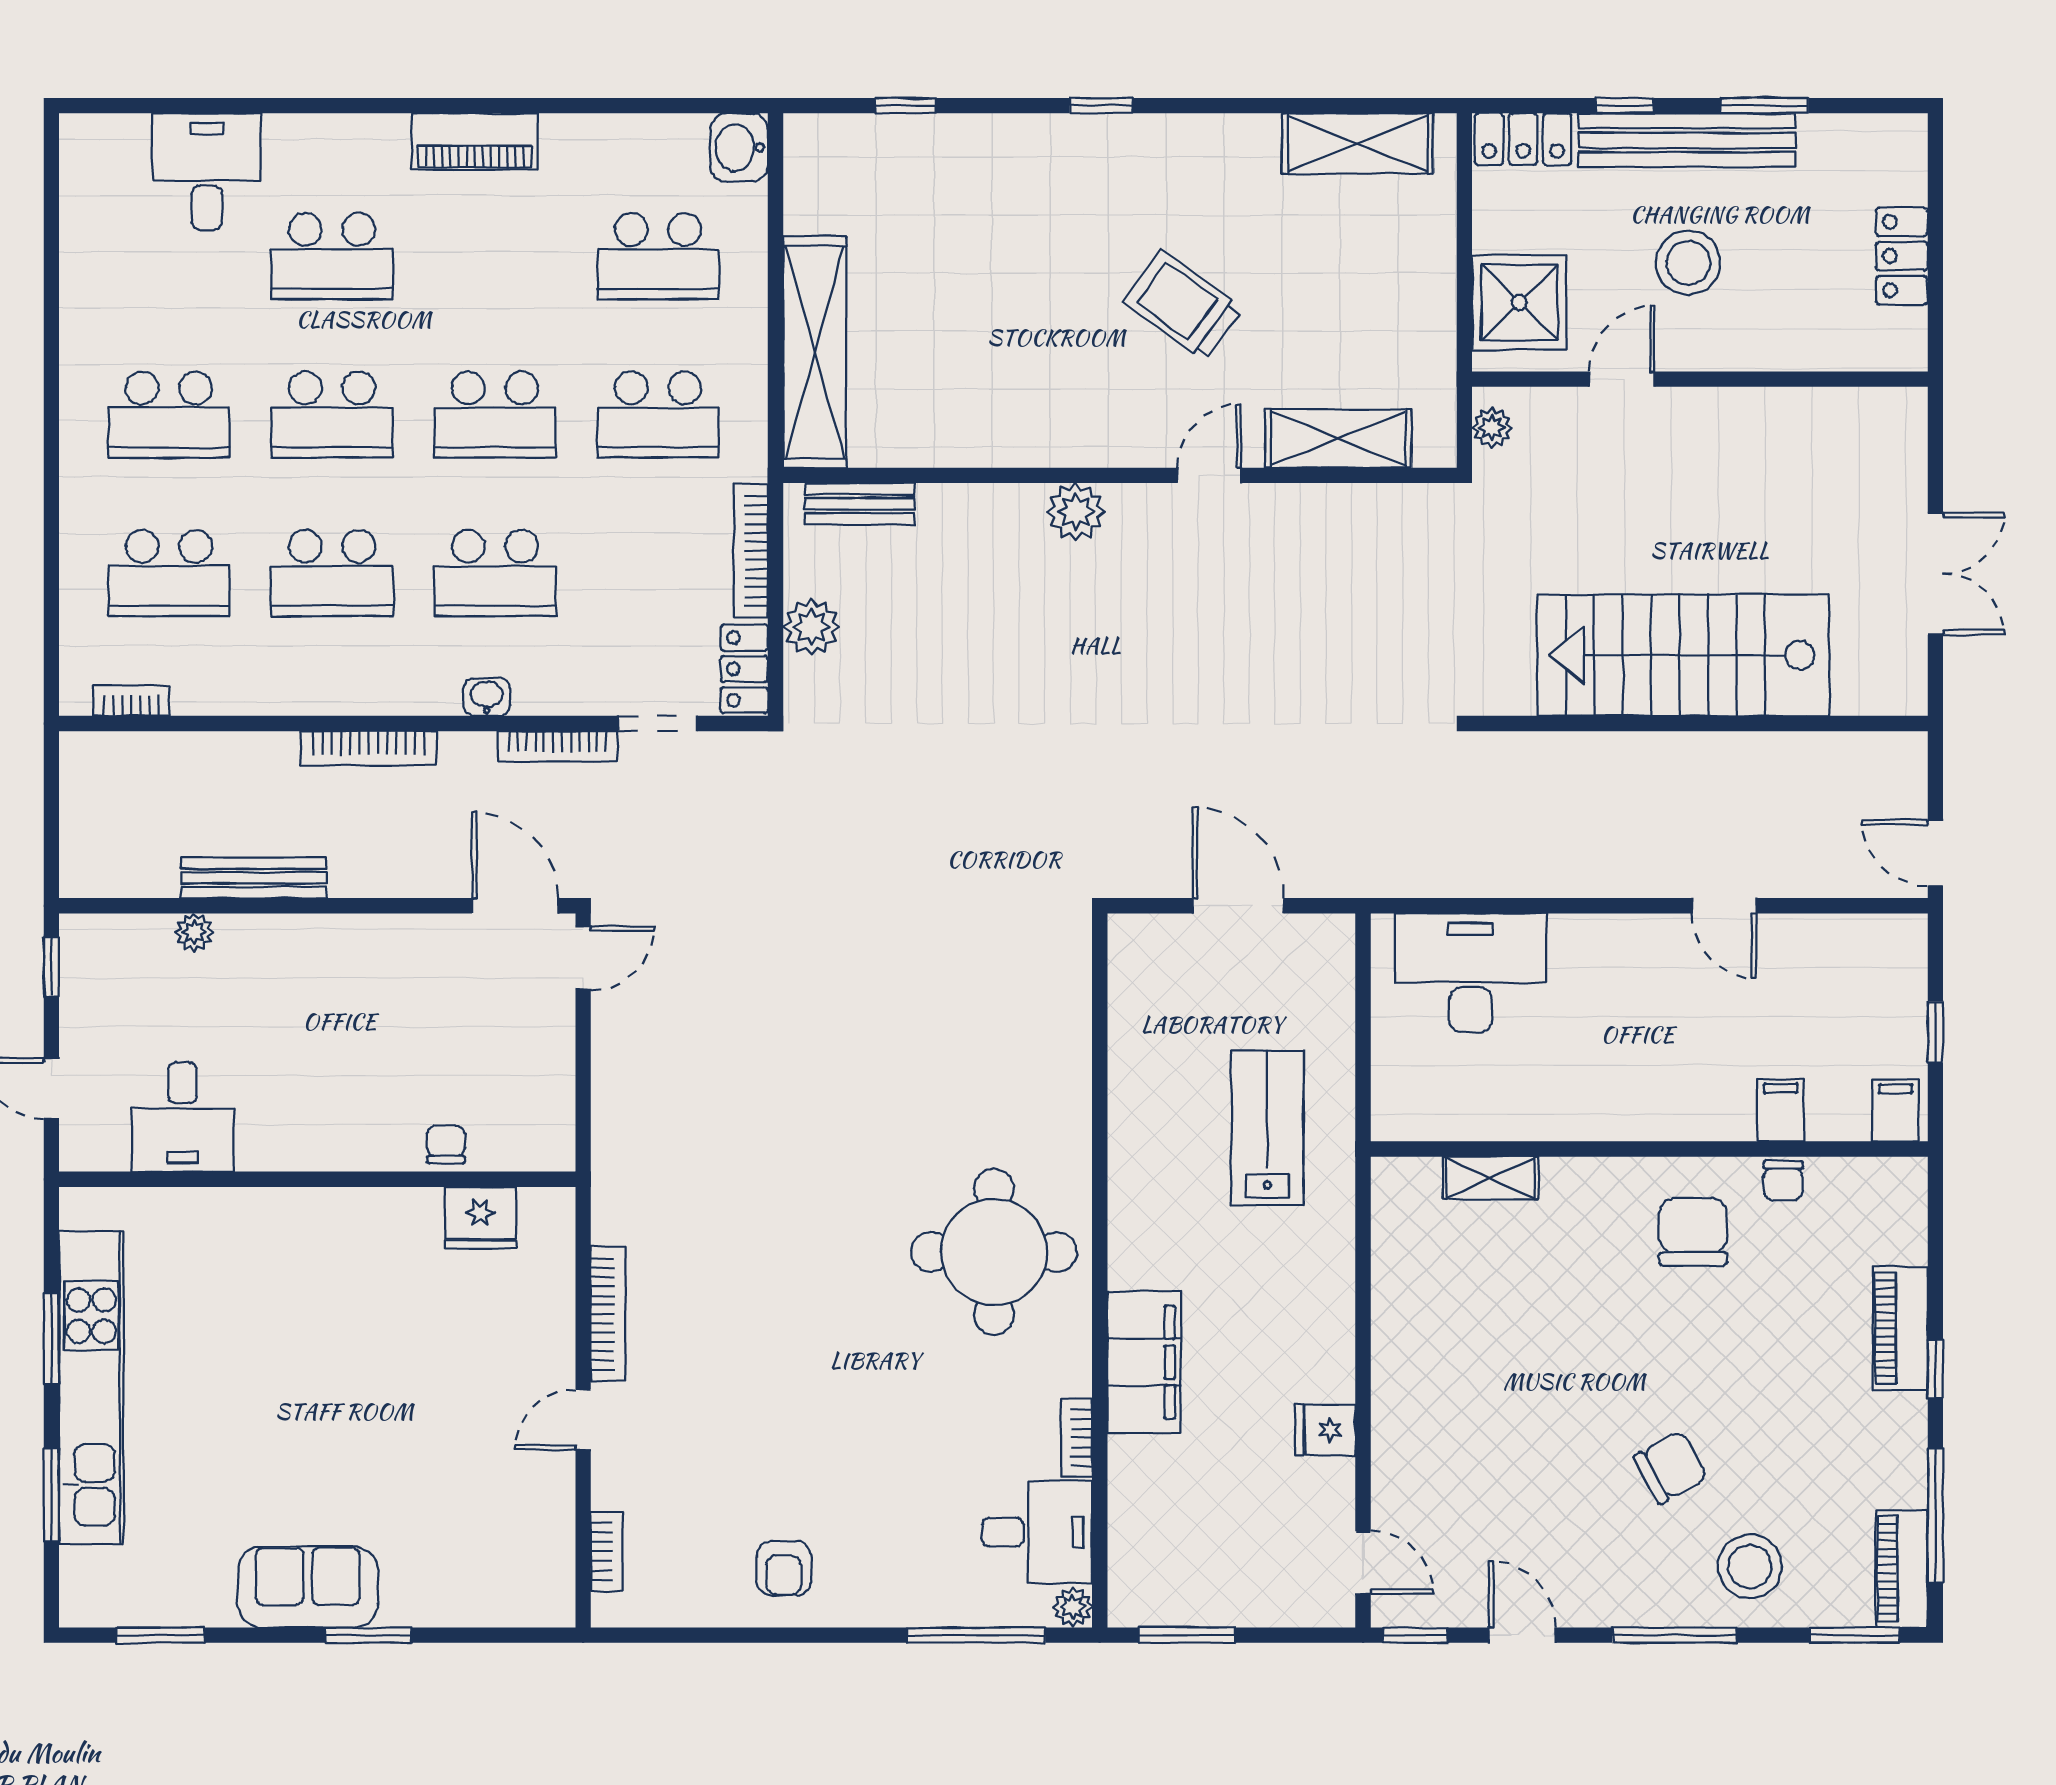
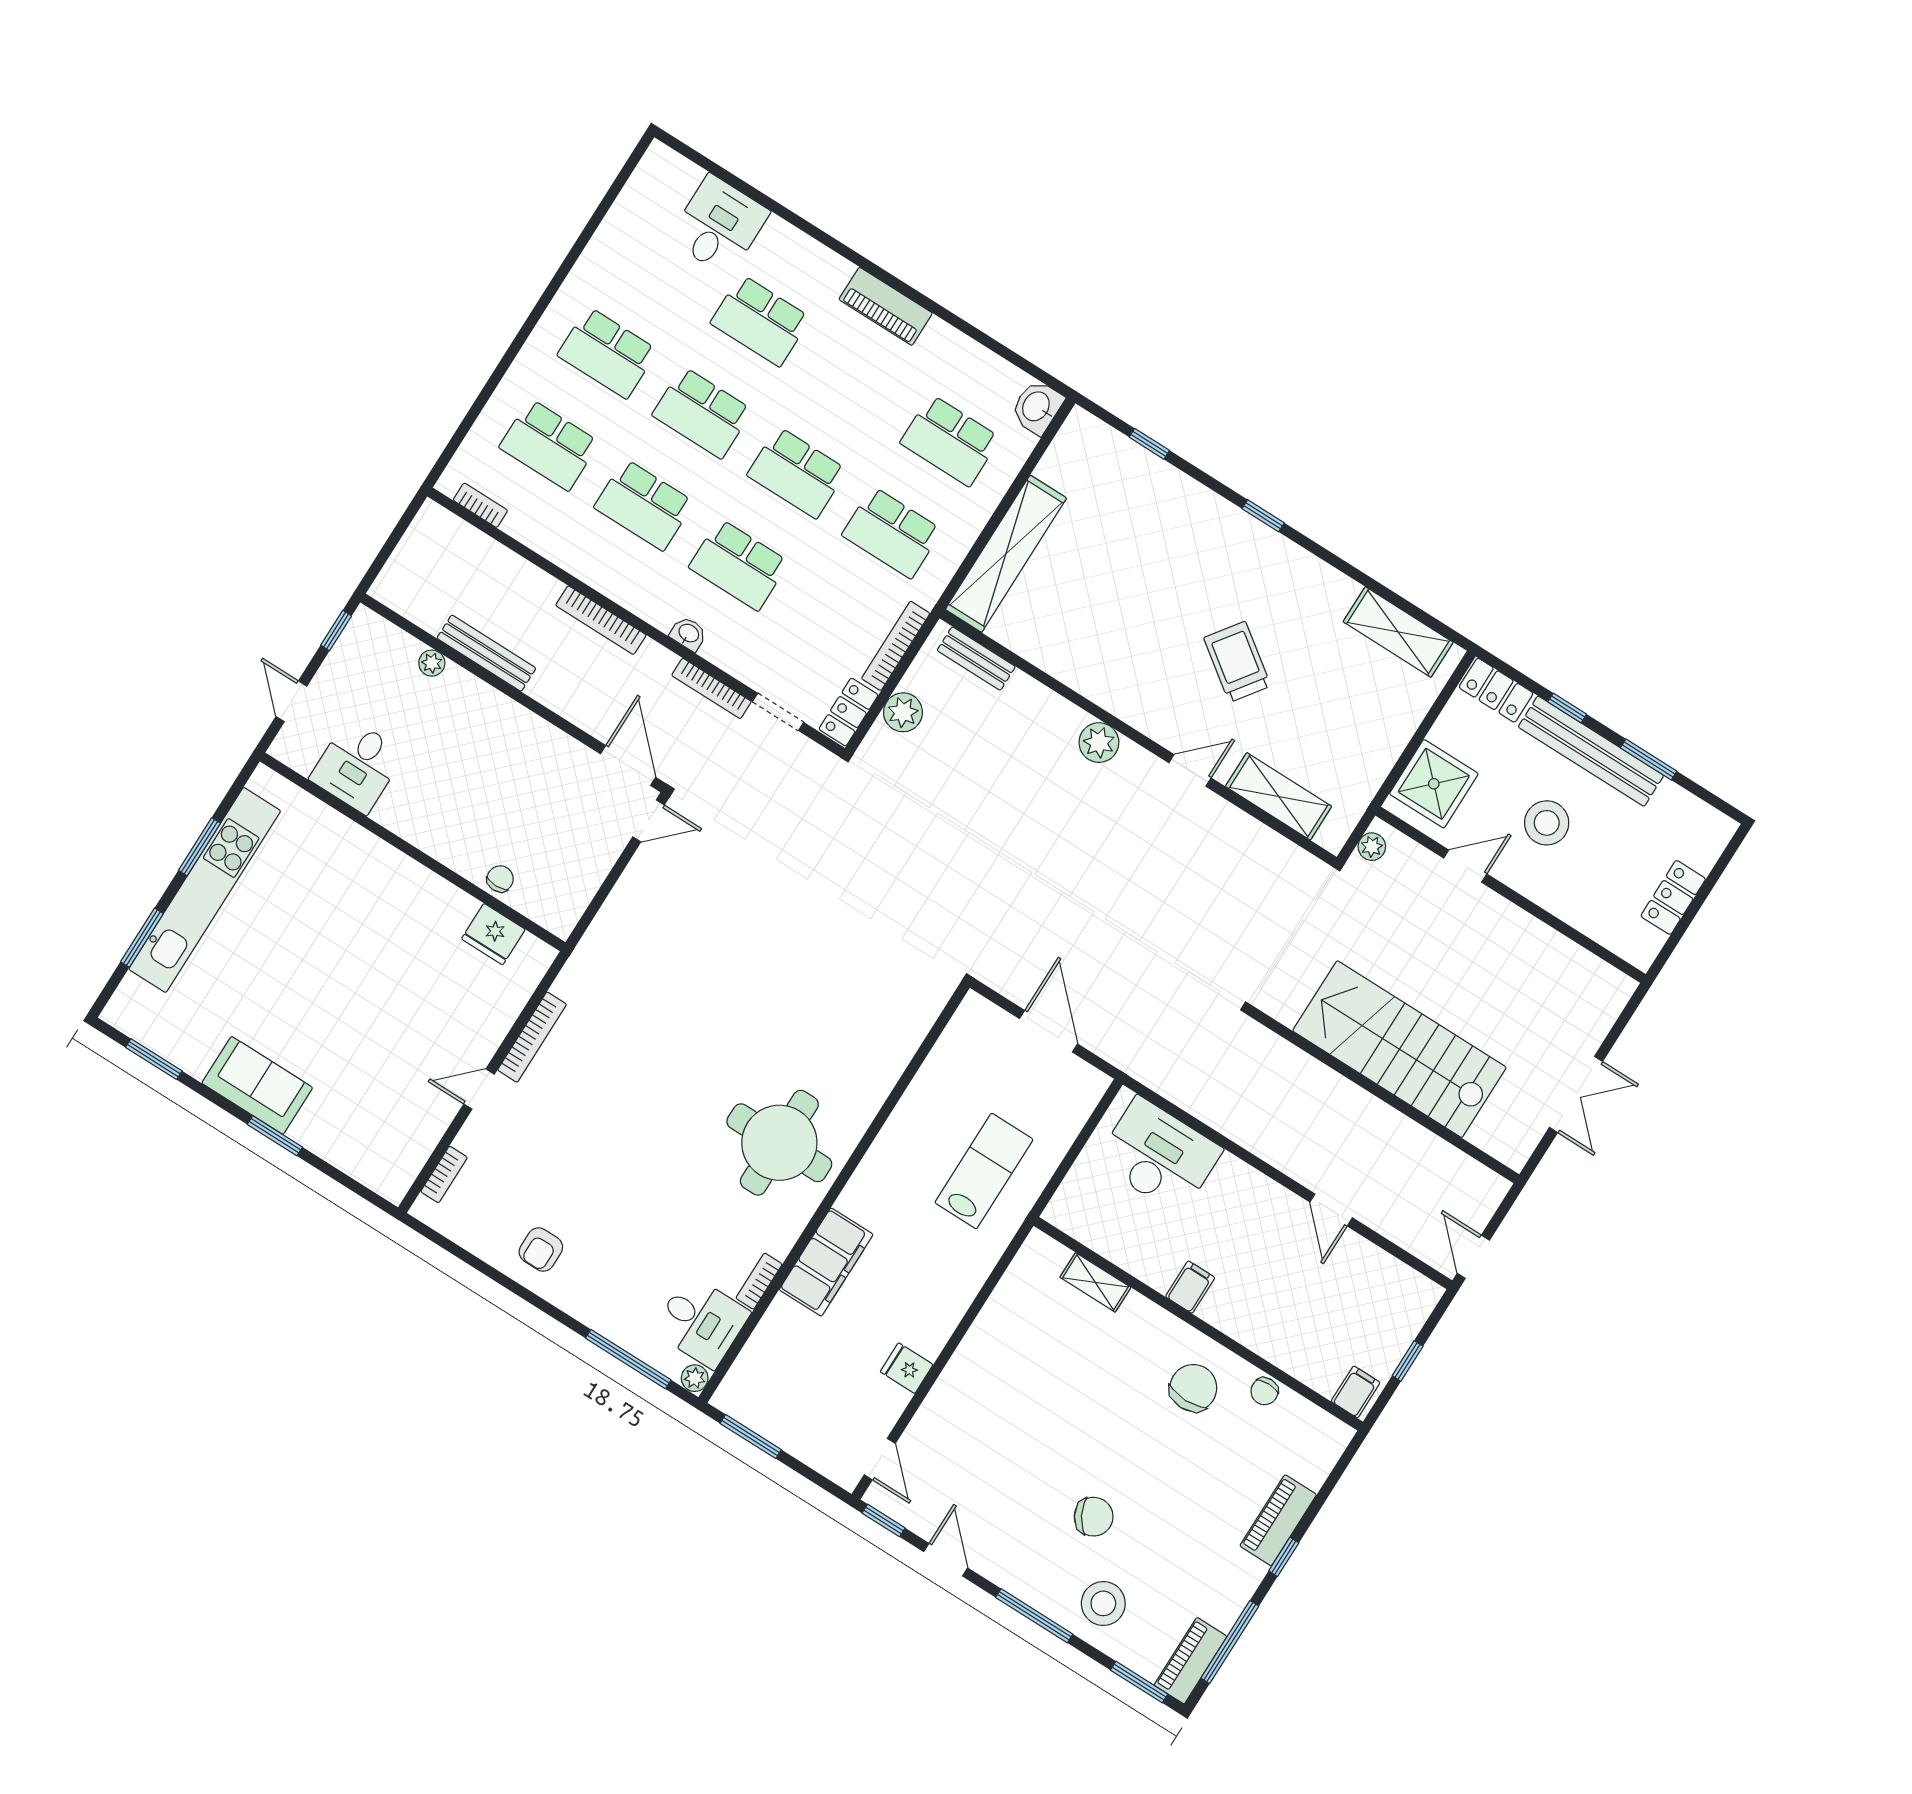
filing cabinet: (1781, 1110) -> (1190, 1287), moved

